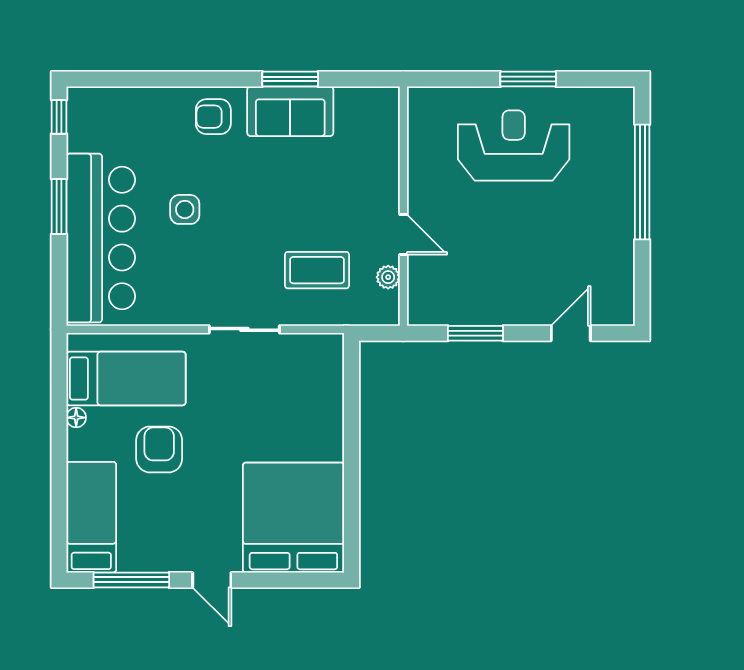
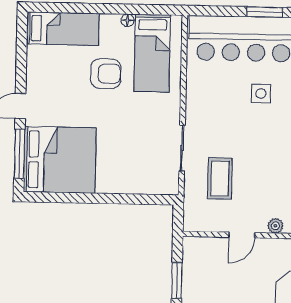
plant: (388, 277) -> (275, 226), moved
sliding door: (244, 329) -> (182, 148), moved
window: (131, 580) -> (19, 154), moved

